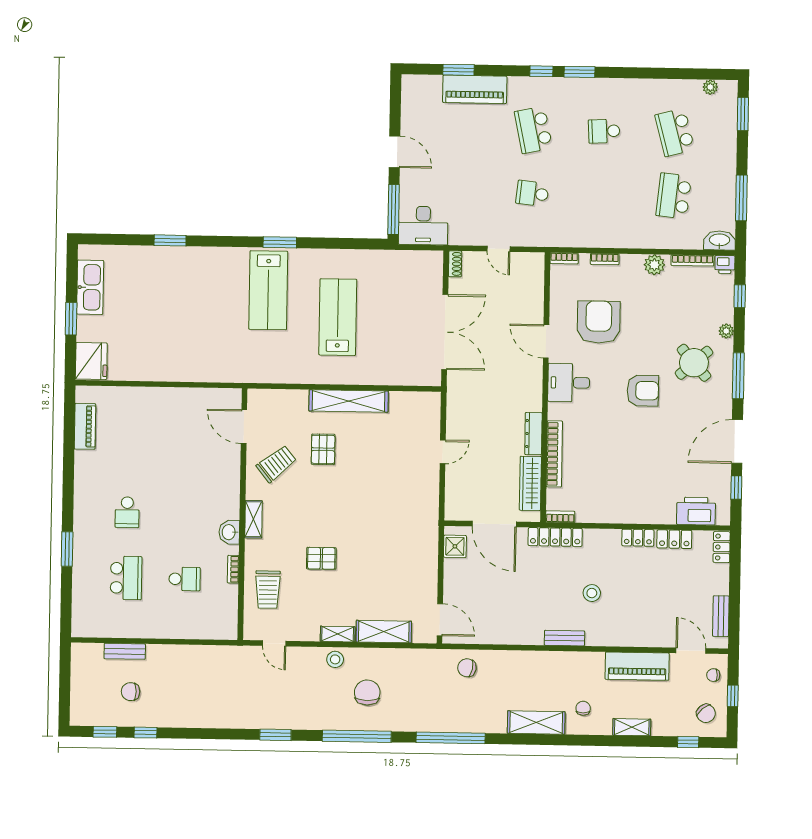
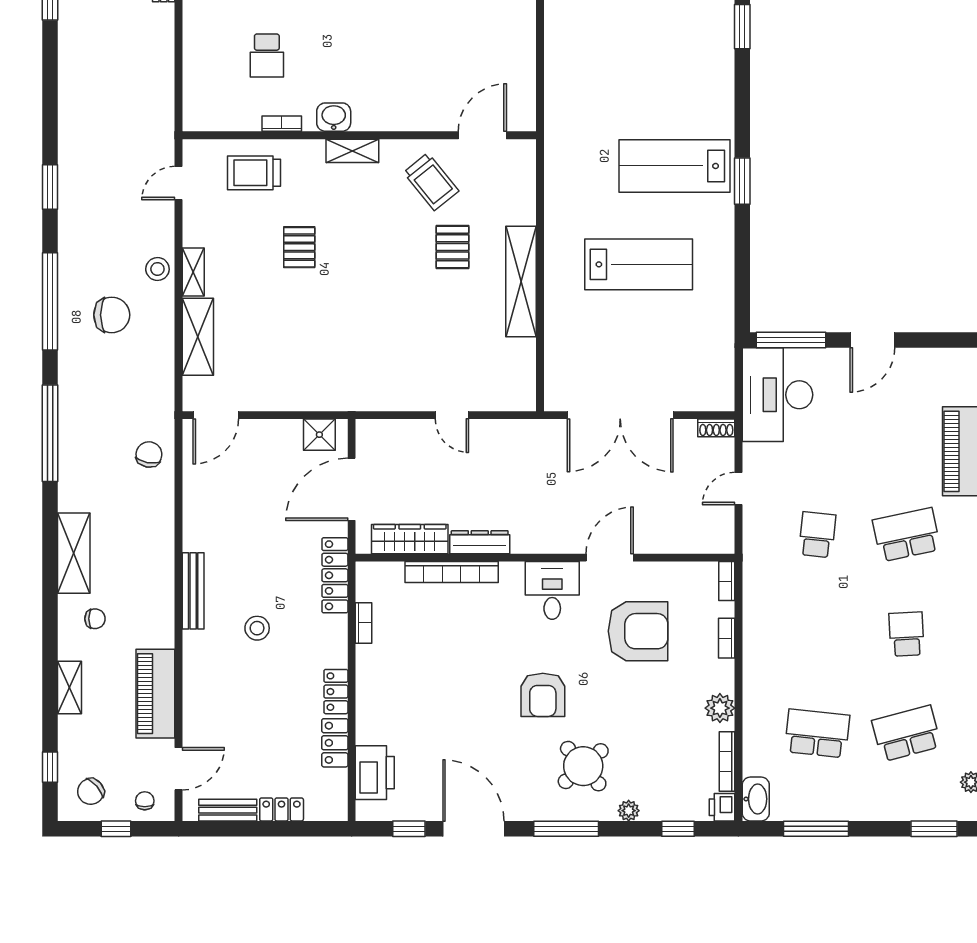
desk: (423, 226) -> (777, 395), width x1.36, depth x1.30
pallet: (323, 449) -> (452, 247), turned 90
bookcase: (560, 517) -> (364, 623), moved
locker: (722, 547) -> (282, 809), moved
bench: (564, 638) -> (193, 591), width x1.36

